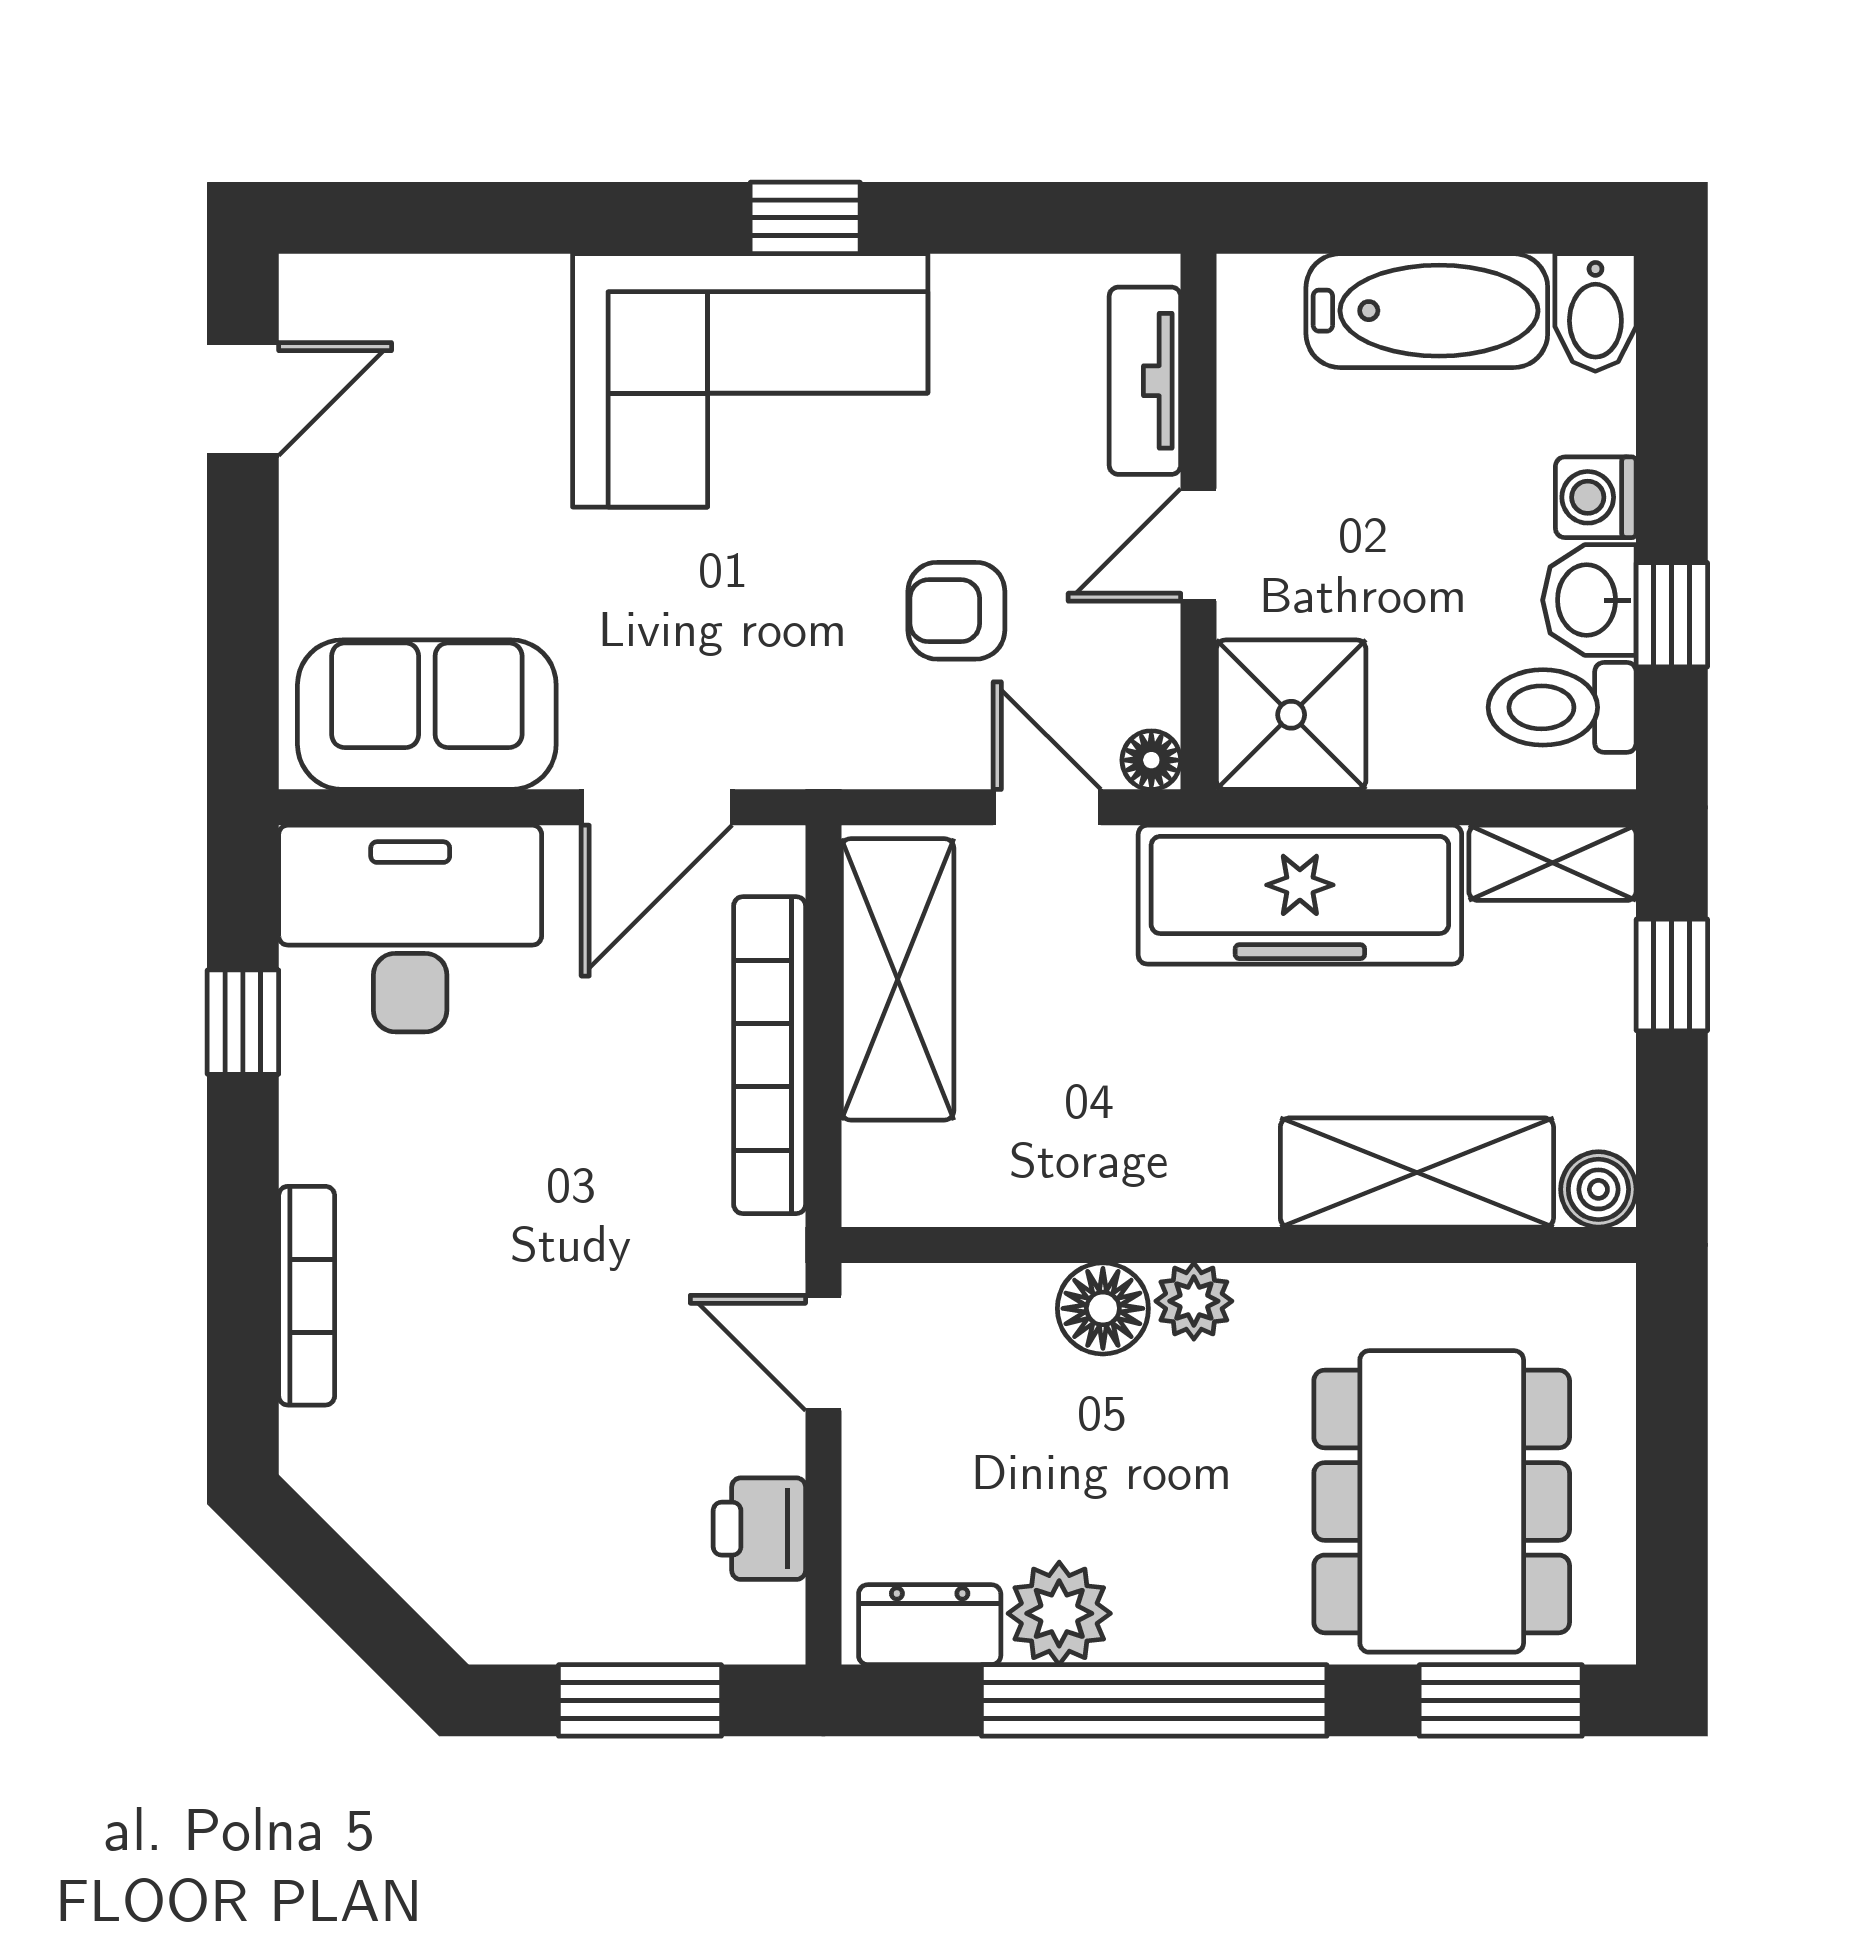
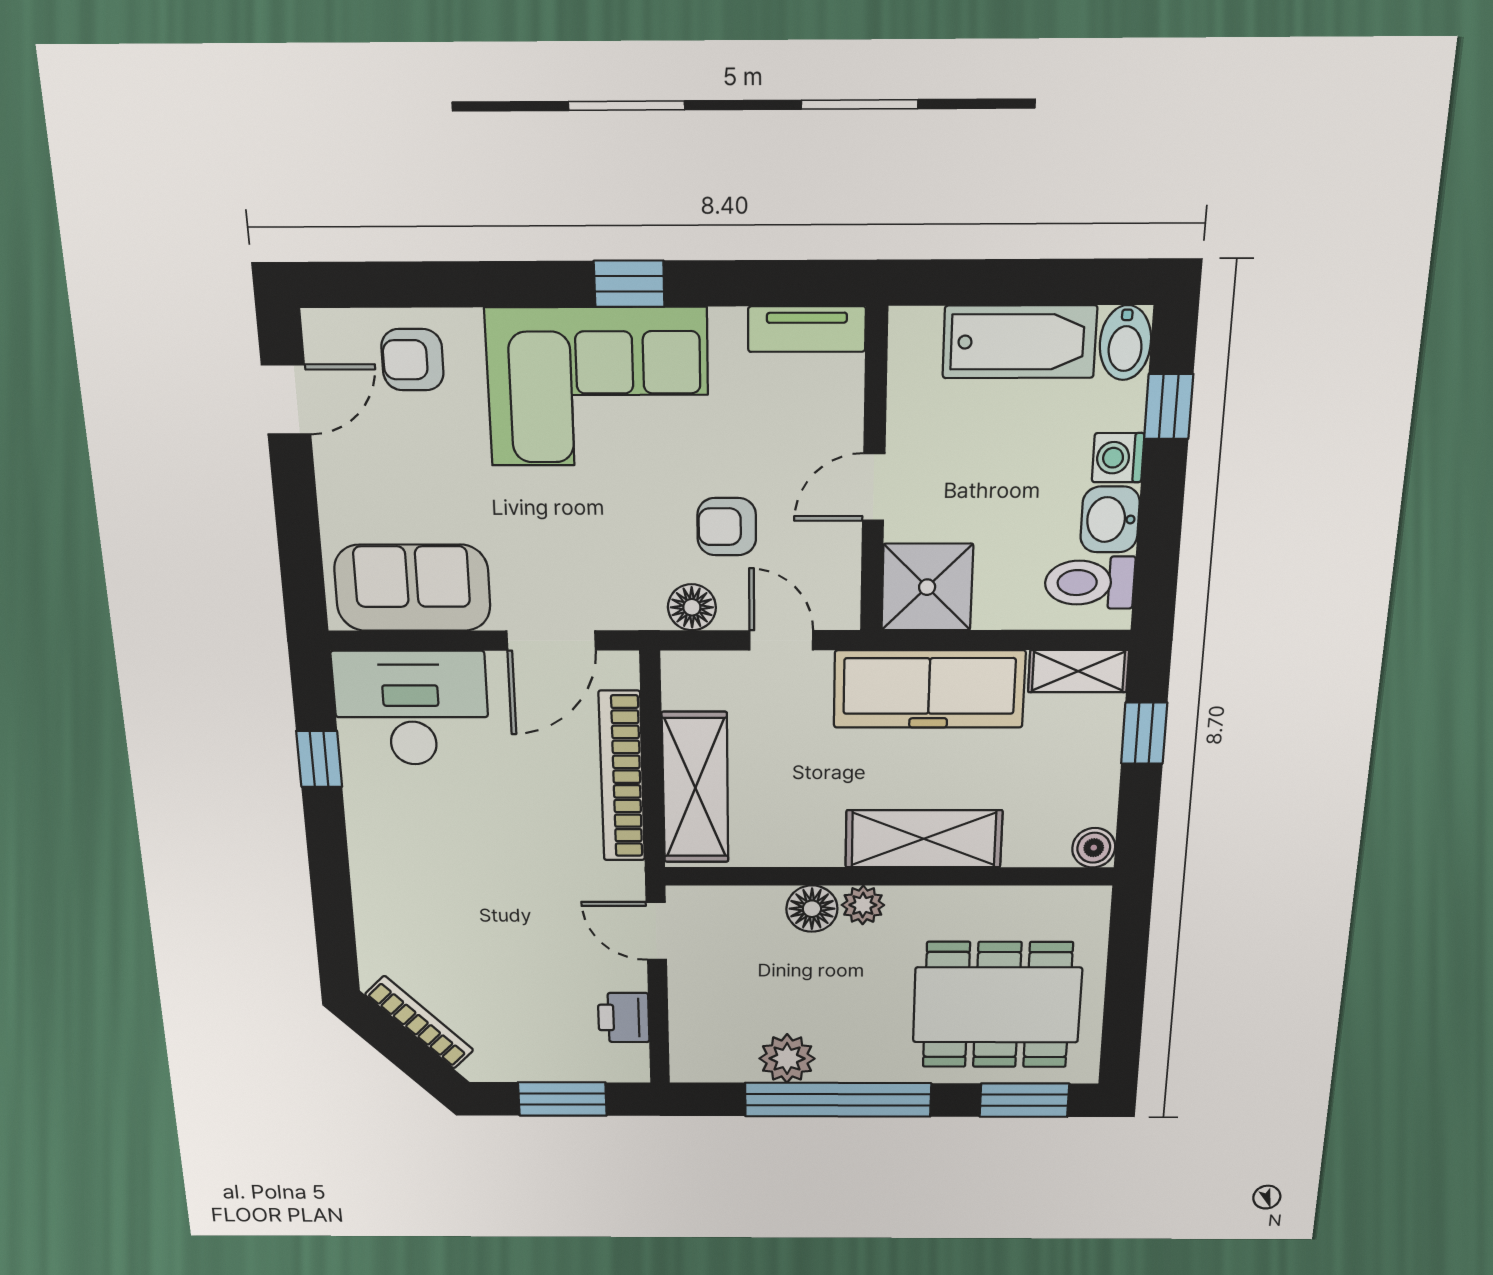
armchair: (453, 336) -> (413, 360), added
tv unit: (1145, 381) -> (807, 329), moved, turned -90
window: (1672, 615) -> (1169, 407), moved
floor lamp: (1151, 760) -> (692, 607), moved, width x1.37, depth x1.37
shelving: (898, 979) -> (695, 788), moved
shelving: (1417, 1172) -> (924, 839), moved
bookcase: (307, 1296) -> (419, 1022), moved, turned -45
dining table: (1442, 1501) -> (997, 1005), turned 90
dresser: (930, 1625) -> (717, 1064), removed

